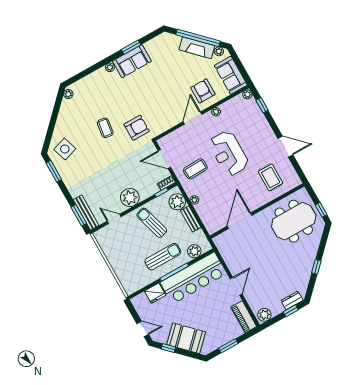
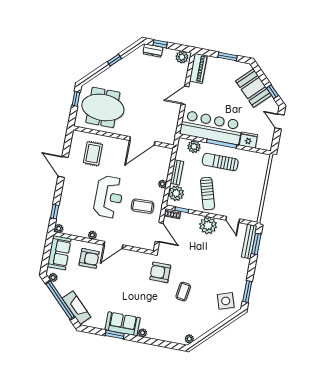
fireplace: (197, 48) -> (76, 308), moved
armchair: (203, 91) -> (89, 258), turned -90

